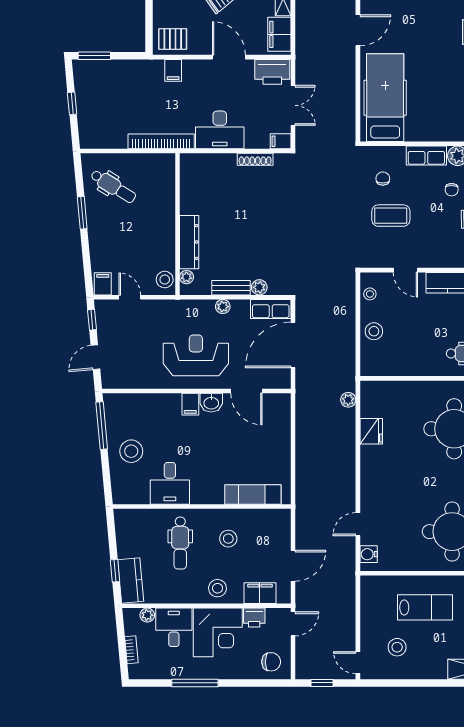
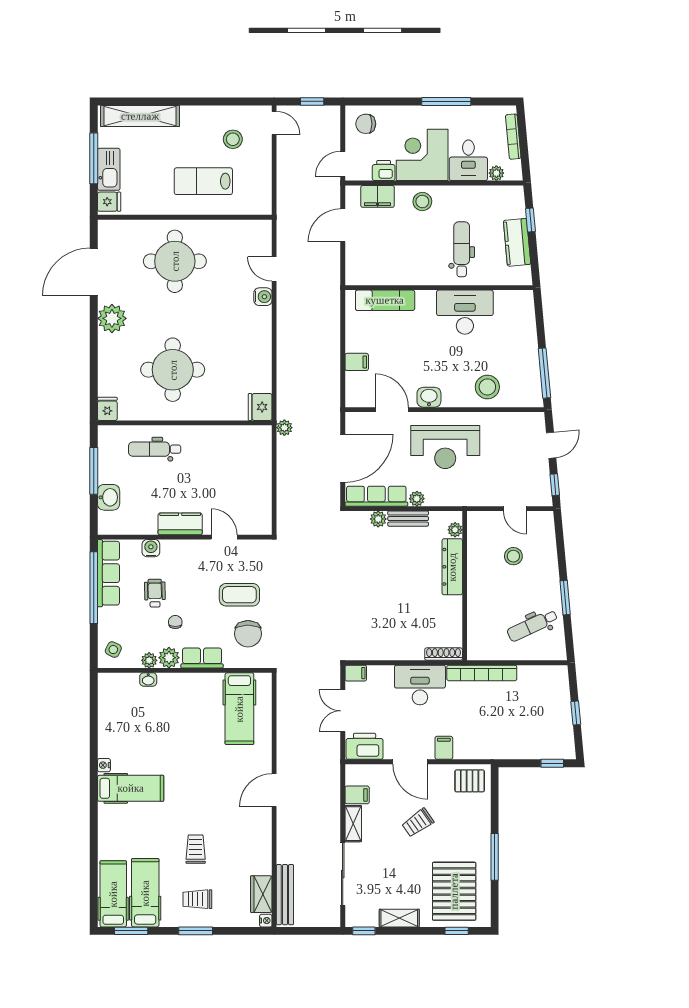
filing cabinet: (279, 34) -> (357, 795), width x0.50
window: (94, 56) -> (552, 763), width x0.67
filing cabinet: (173, 70) -> (444, 748), moved
hospital bed: (385, 98) -> (239, 709), width x0.73, depth x0.78
shoe rack: (255, 159) -> (444, 654), moved
chair: (383, 179) -> (248, 634), width x1.87, depth x1.87
dental chair: (113, 186) -> (532, 625), turned -57
stool: (165, 280) -> (513, 556), moved
filing cabinet: (103, 284) -> (543, 523), removed
stool: (370, 294) -> (262, 512), removed
row of seats: (271, 309) -> (376, 496), width x1.48
stool: (374, 331) -> (257, 473), removed
plant: (348, 400) -> (284, 428), moved
filing cabinet: (190, 404) -> (357, 362), moved, turned 90
fridge: (371, 431) -> (260, 407), moved
stool: (131, 451) -> (487, 387), moved
desk: (170, 483) -> (465, 312), width x1.37
door: (358, 524) -> (274, 269), swing flipped
stool: (228, 539) -> (411, 254), removed
water cooler: (369, 554) -> (263, 297), moved
kitchen counter: (131, 581) -> (517, 242), moved
bookcase: (131, 650) -> (513, 137), width x1.56

